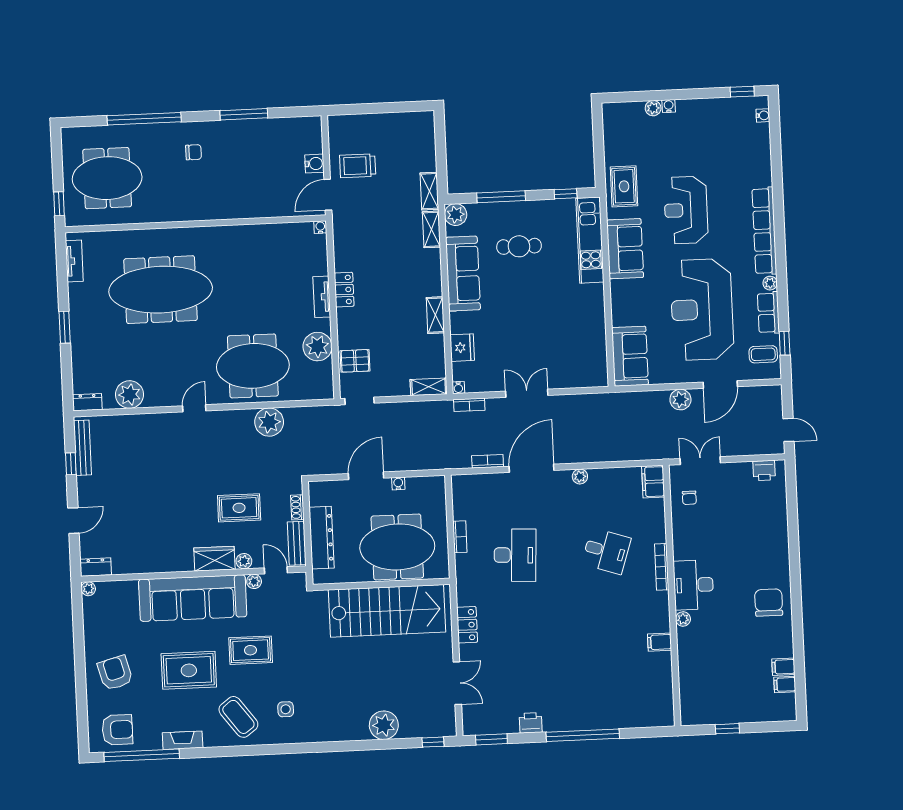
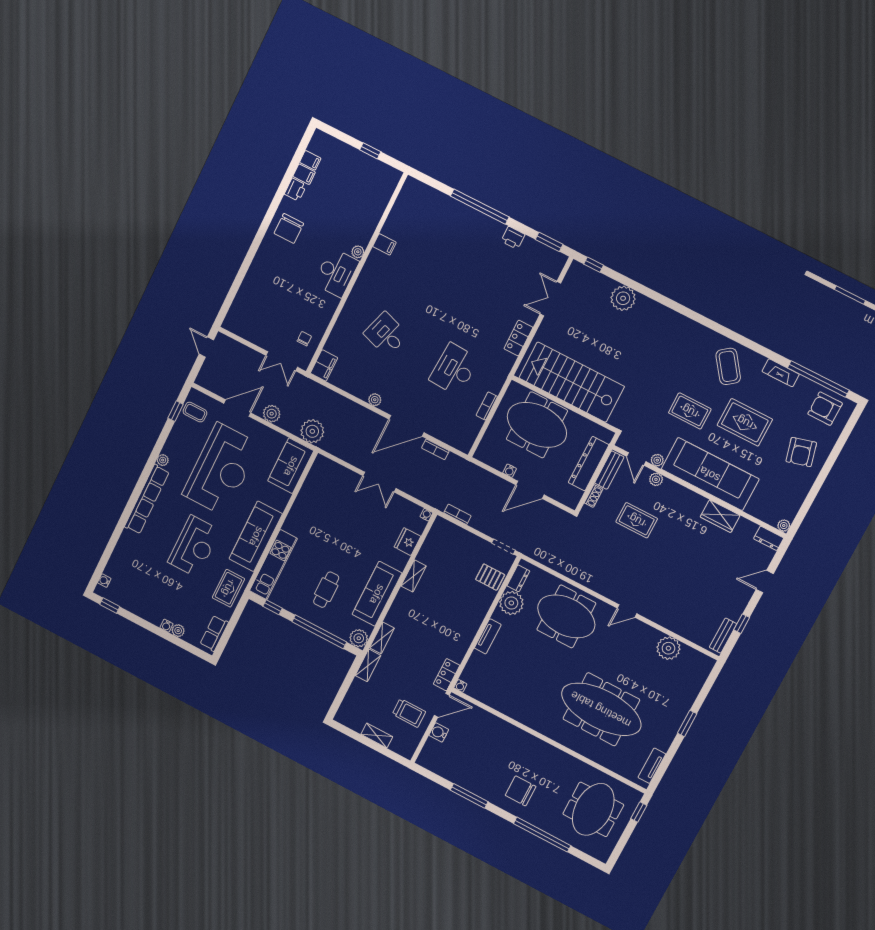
chair: (193, 152) -> (521, 791), width x1.87, depth x1.87
meeting table: (107, 178) -> (593, 809), turned 90
window: (501, 197) -> (319, 632), width x1.46
cafe table: (519, 246) -> (326, 590), turned 90
sofa: (625, 249) -> (256, 536), width x1.36
locker: (344, 290) -> (447, 675), moved
row of seats: (768, 313) -> (214, 633), moved, turned 180
shelving: (429, 387) -> (377, 735), moved
dresser: (87, 402) -> (518, 578), moved, turned -90
bookcase: (469, 405) -> (457, 514), moved
plant: (269, 422) -> (312, 431), moved
bench: (83, 448) -> (723, 636), width x0.73
printer: (764, 470) -> (295, 190), moved, turned 90
wardrobe: (214, 559) -> (720, 516), moved
bookcase: (662, 567) -> (352, 299), removed
side table: (286, 709) -> (689, 352), removed

